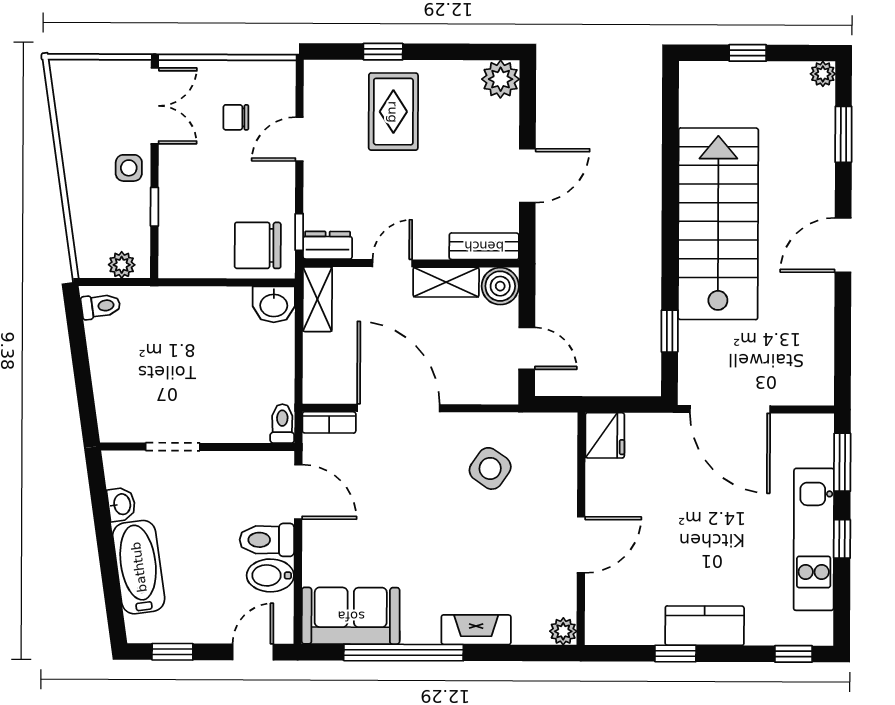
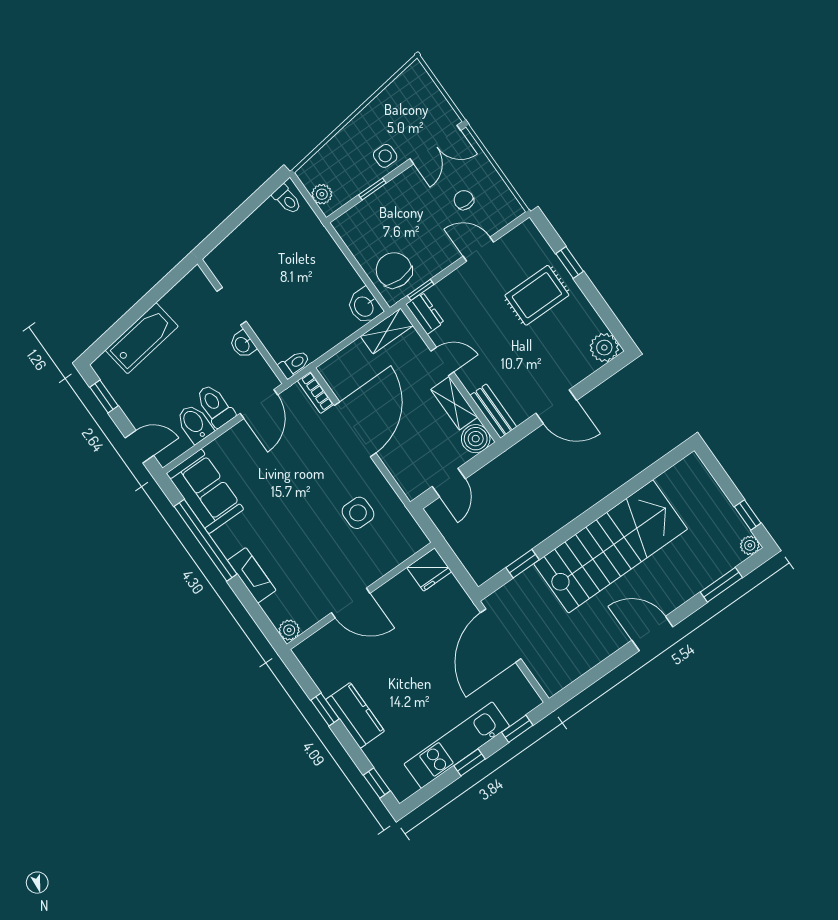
window: (748, 53) -> (748, 515), moved
window: (842, 462) -> (517, 729), width x0.67
side table: (490, 468) -> (358, 513), turned -35
washbasin: (121, 504) -> (243, 344), moved, turned 98

